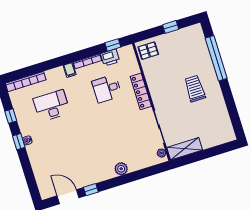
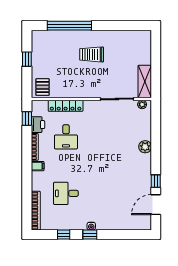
locker: (141, 91) -> (66, 106), moved
desk: (52, 106) -> (66, 193), width x0.73

